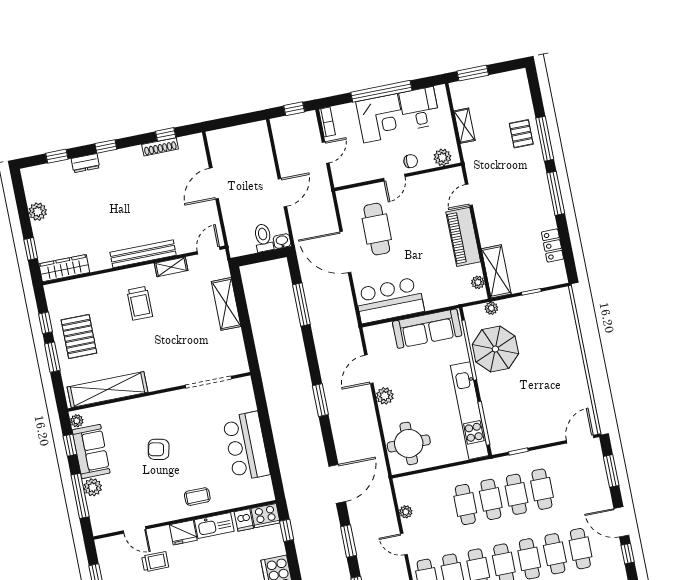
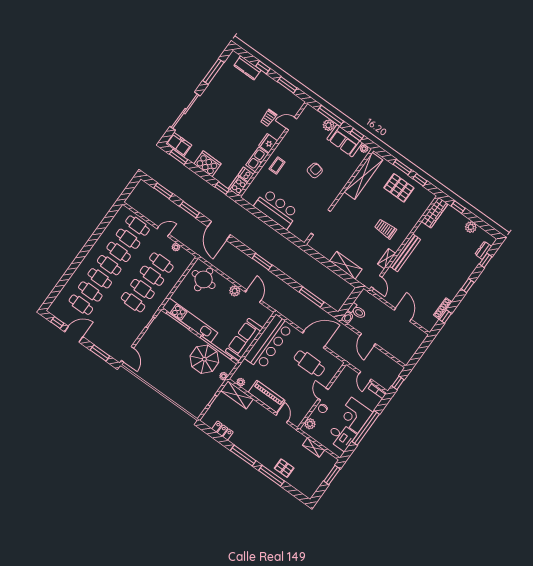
dresser: (85, 163) -> (483, 250), moved
bar counter: (390, 300) -> (269, 342), width x1.36
cafe table: (542, 489) -> (161, 263), moved

